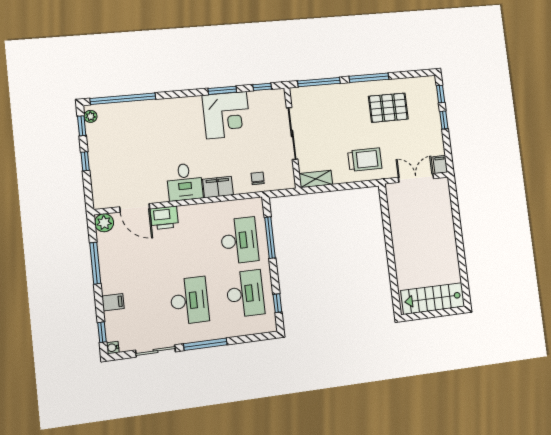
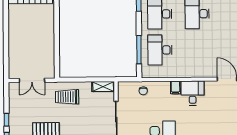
filing cabinet: (440, 164) -> (13, 88), removed
filing cabinet: (218, 187) -> (175, 87), width x0.50
printer: (164, 218) -> (208, 70), removed

